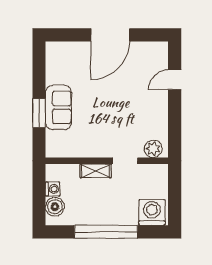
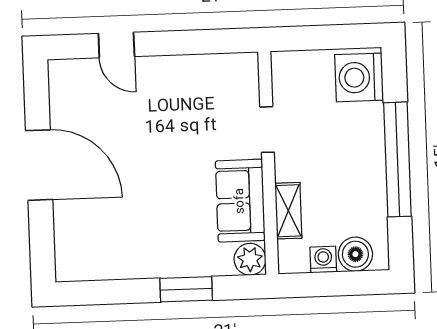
sofa: (58, 107) -> (240, 201), moved, turned -90
plant: (153, 149) -> (250, 259), moved
shelving: (96, 171) -> (288, 211), moved

